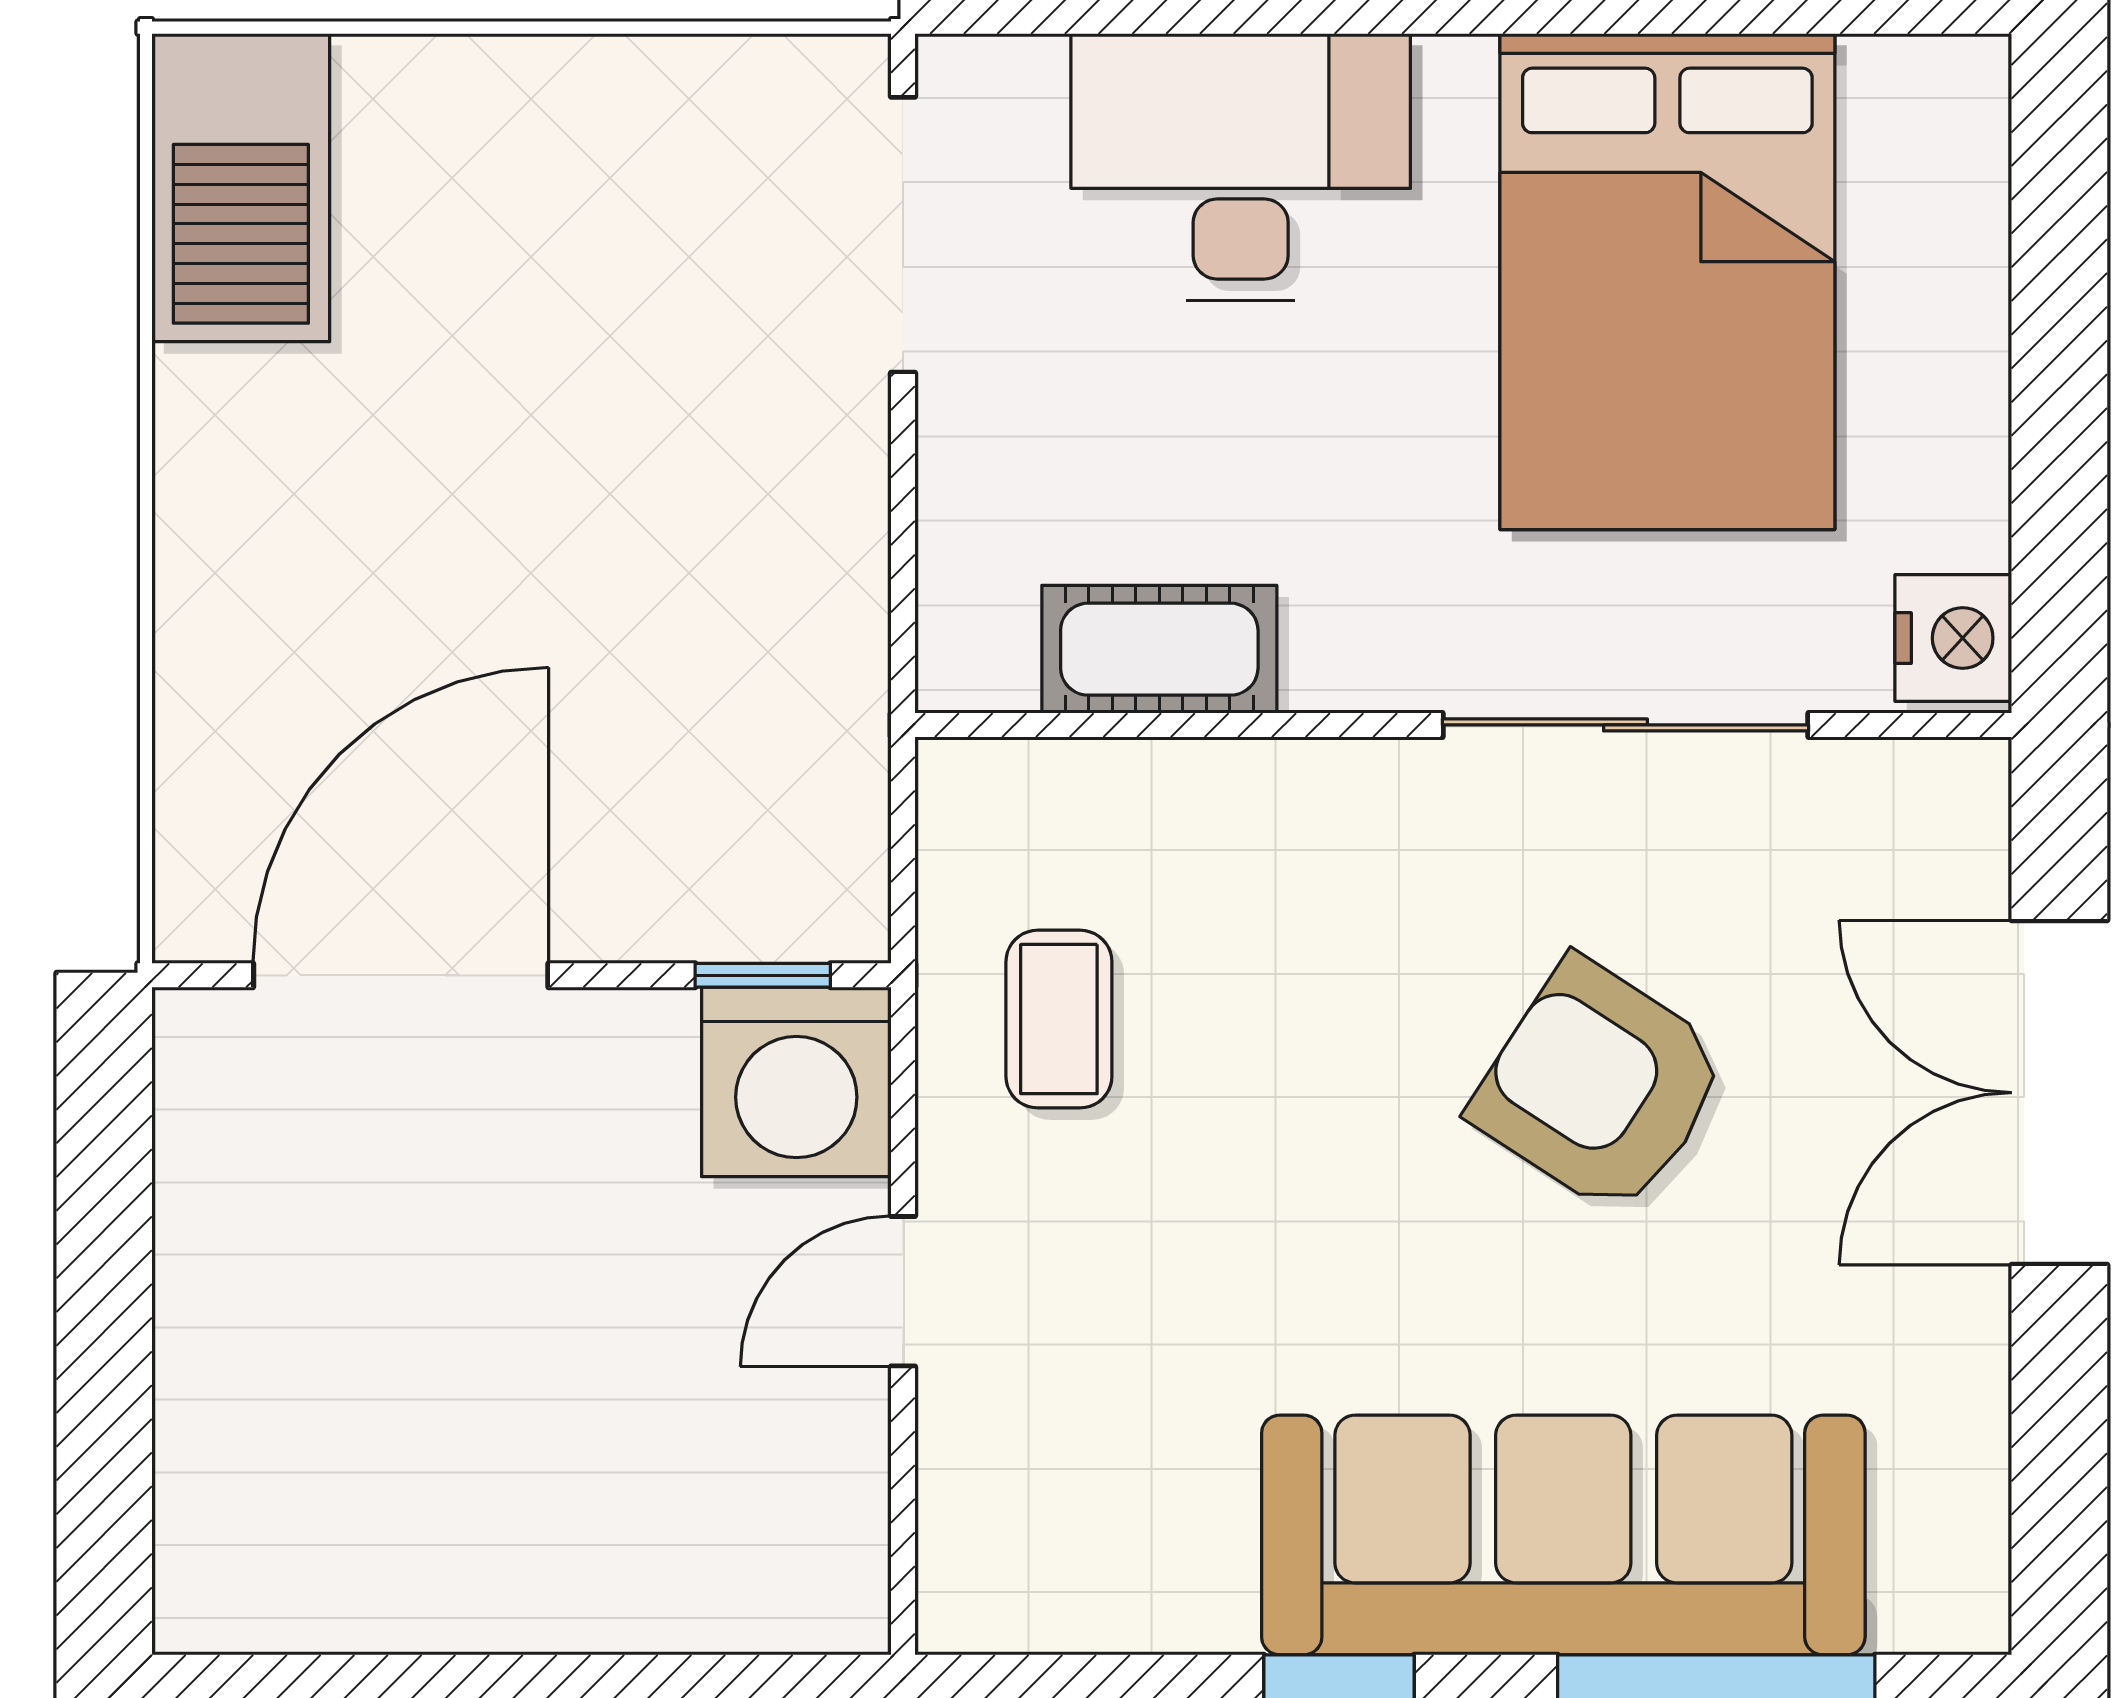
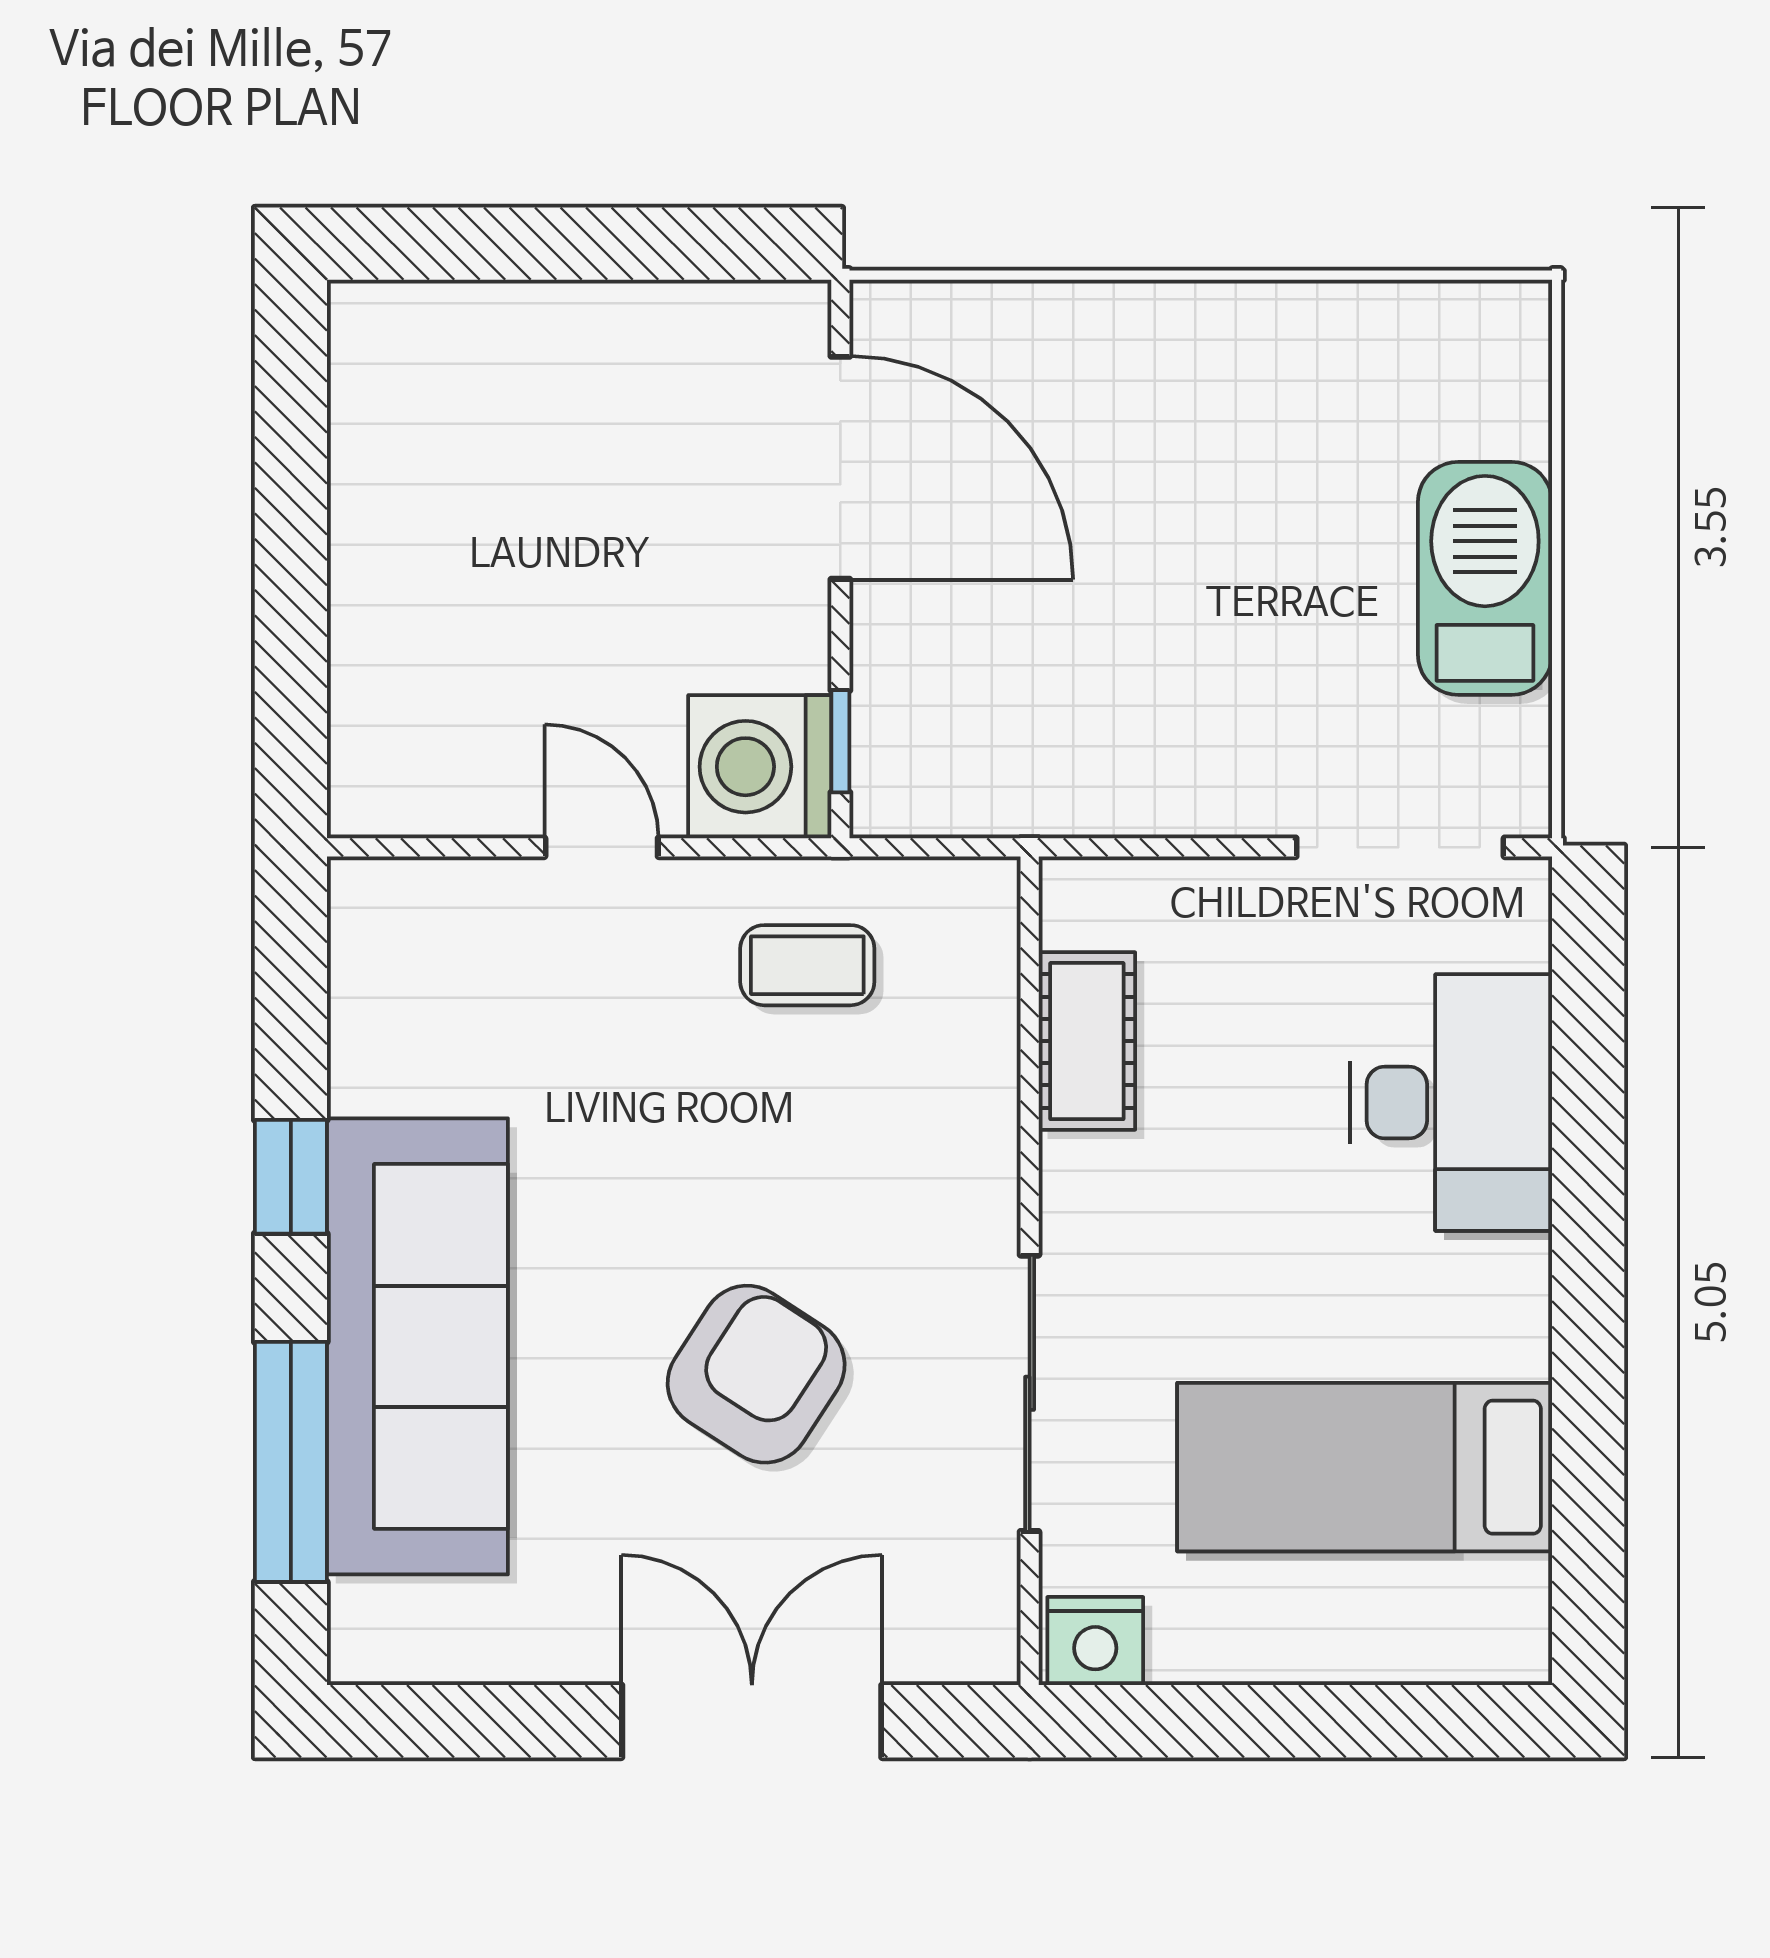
barbecue: (241, 188) -> (1485, 578), moved, turned 90
bed: (1667, 282) -> (1365, 1467), width x0.67

